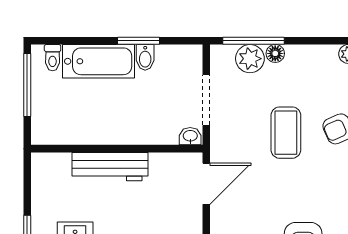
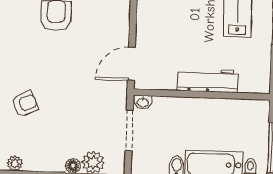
coffee table: (286, 133) -> (67, 102), removed

